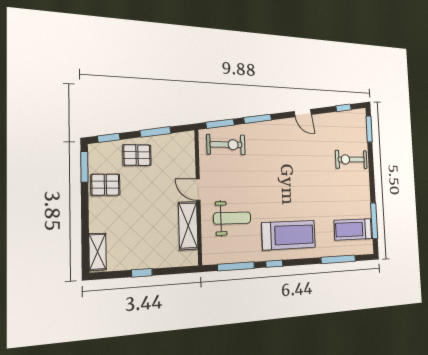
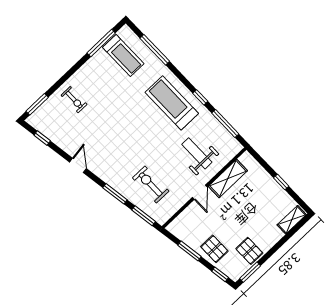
exercise bike: (226, 145) -> (151, 184), moved
exercise bike: (351, 159) -> (74, 100), width x0.73, depth x0.72

